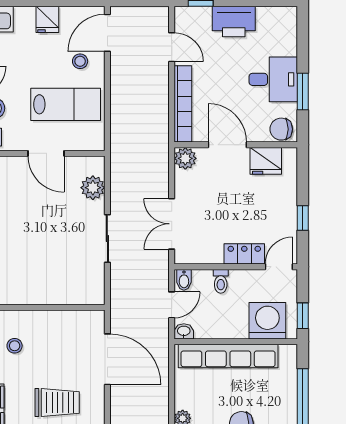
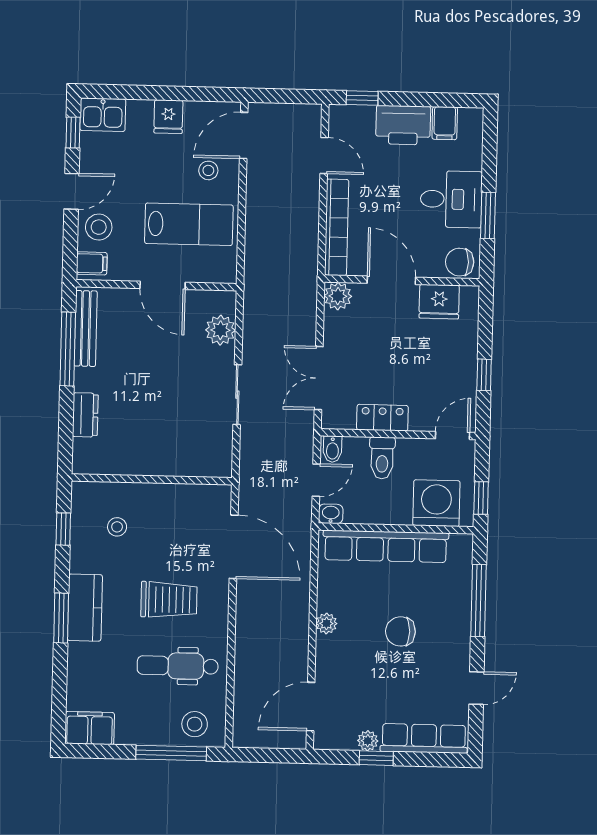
filing cabinet: (267, 19) -> (445, 123), added
locker: (244, 254) -> (382, 418), moved
toilet: (221, 281) -> (382, 458), width x1.37, depth x1.39

